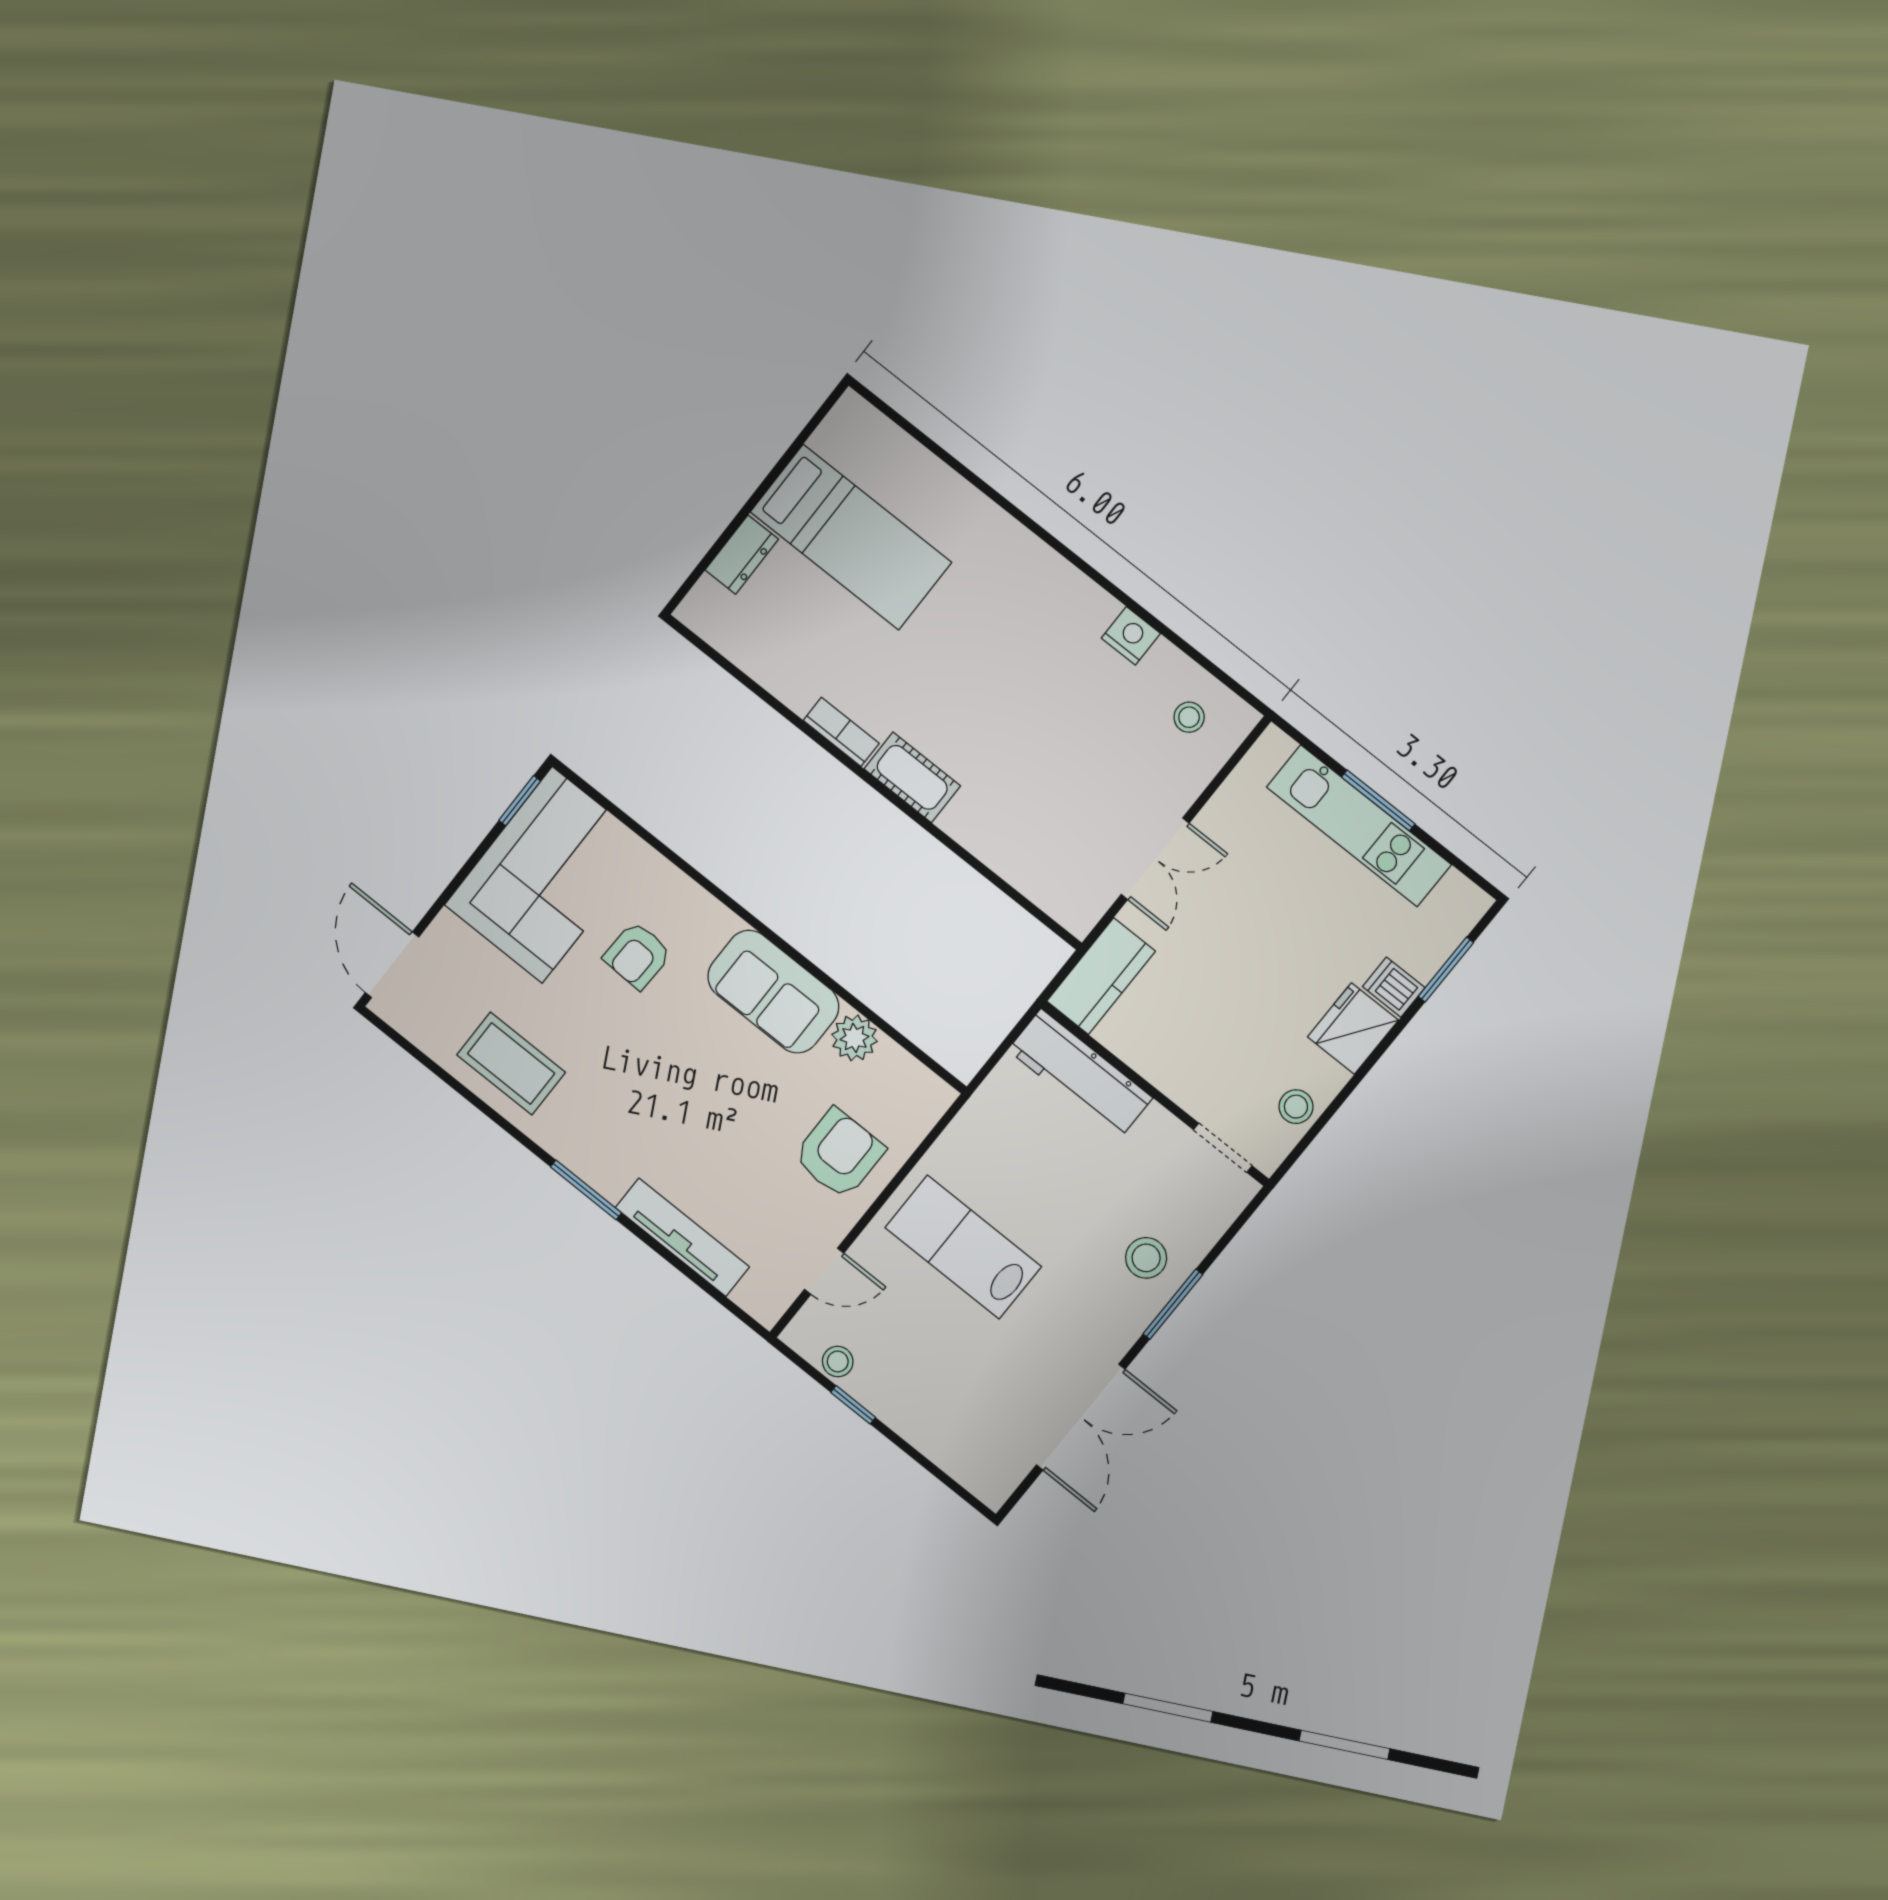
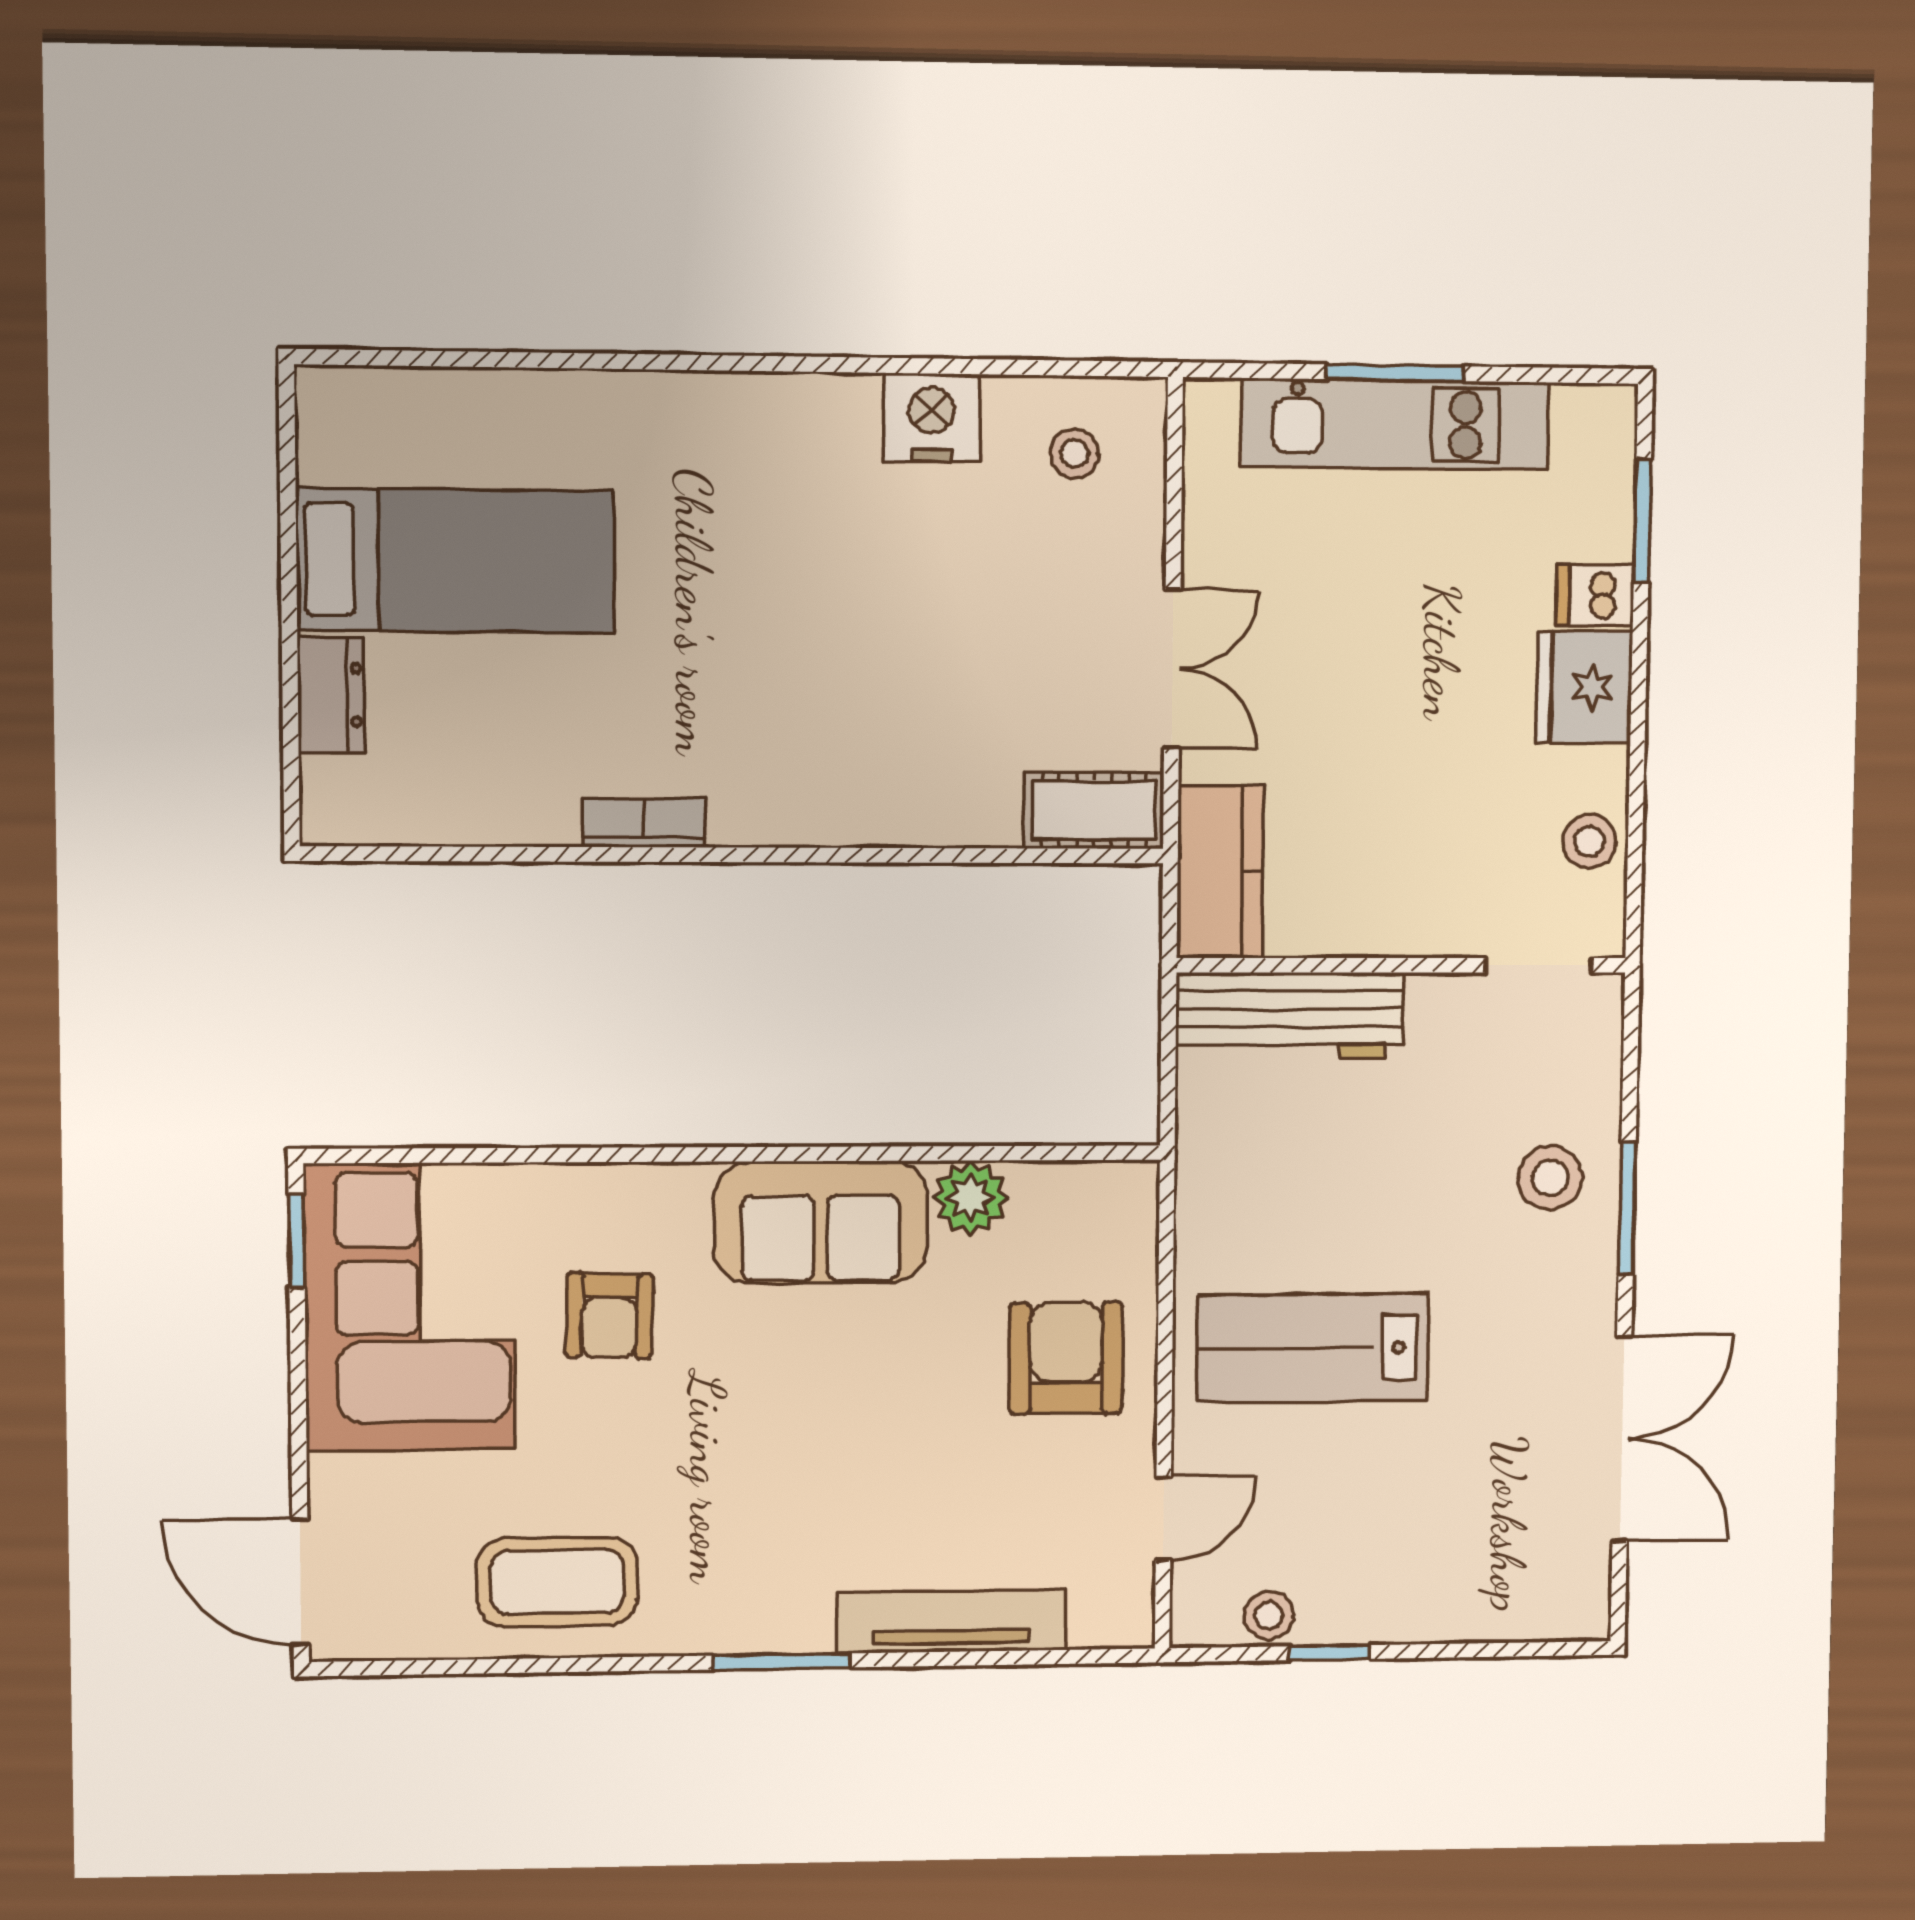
nightstand: (1131, 636) -> (932, 417), width x1.36, depth x1.33
cot: (912, 777) -> (1094, 810), moved

